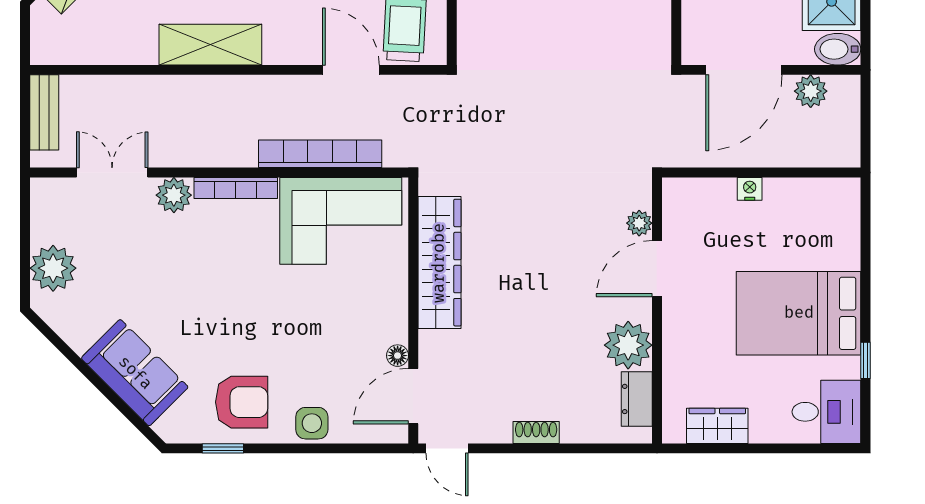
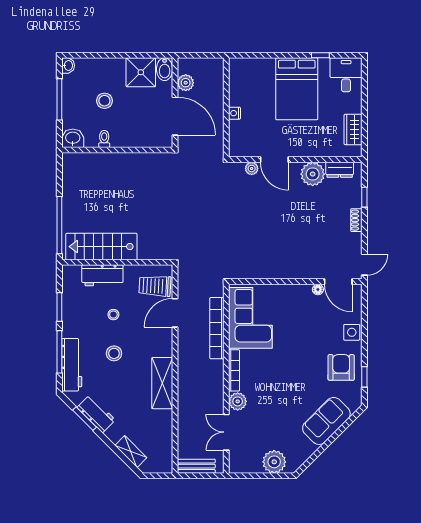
wardrobe: (439, 263) -> (271, 268), removed
window: (582, 448) -> (364, 197), added

